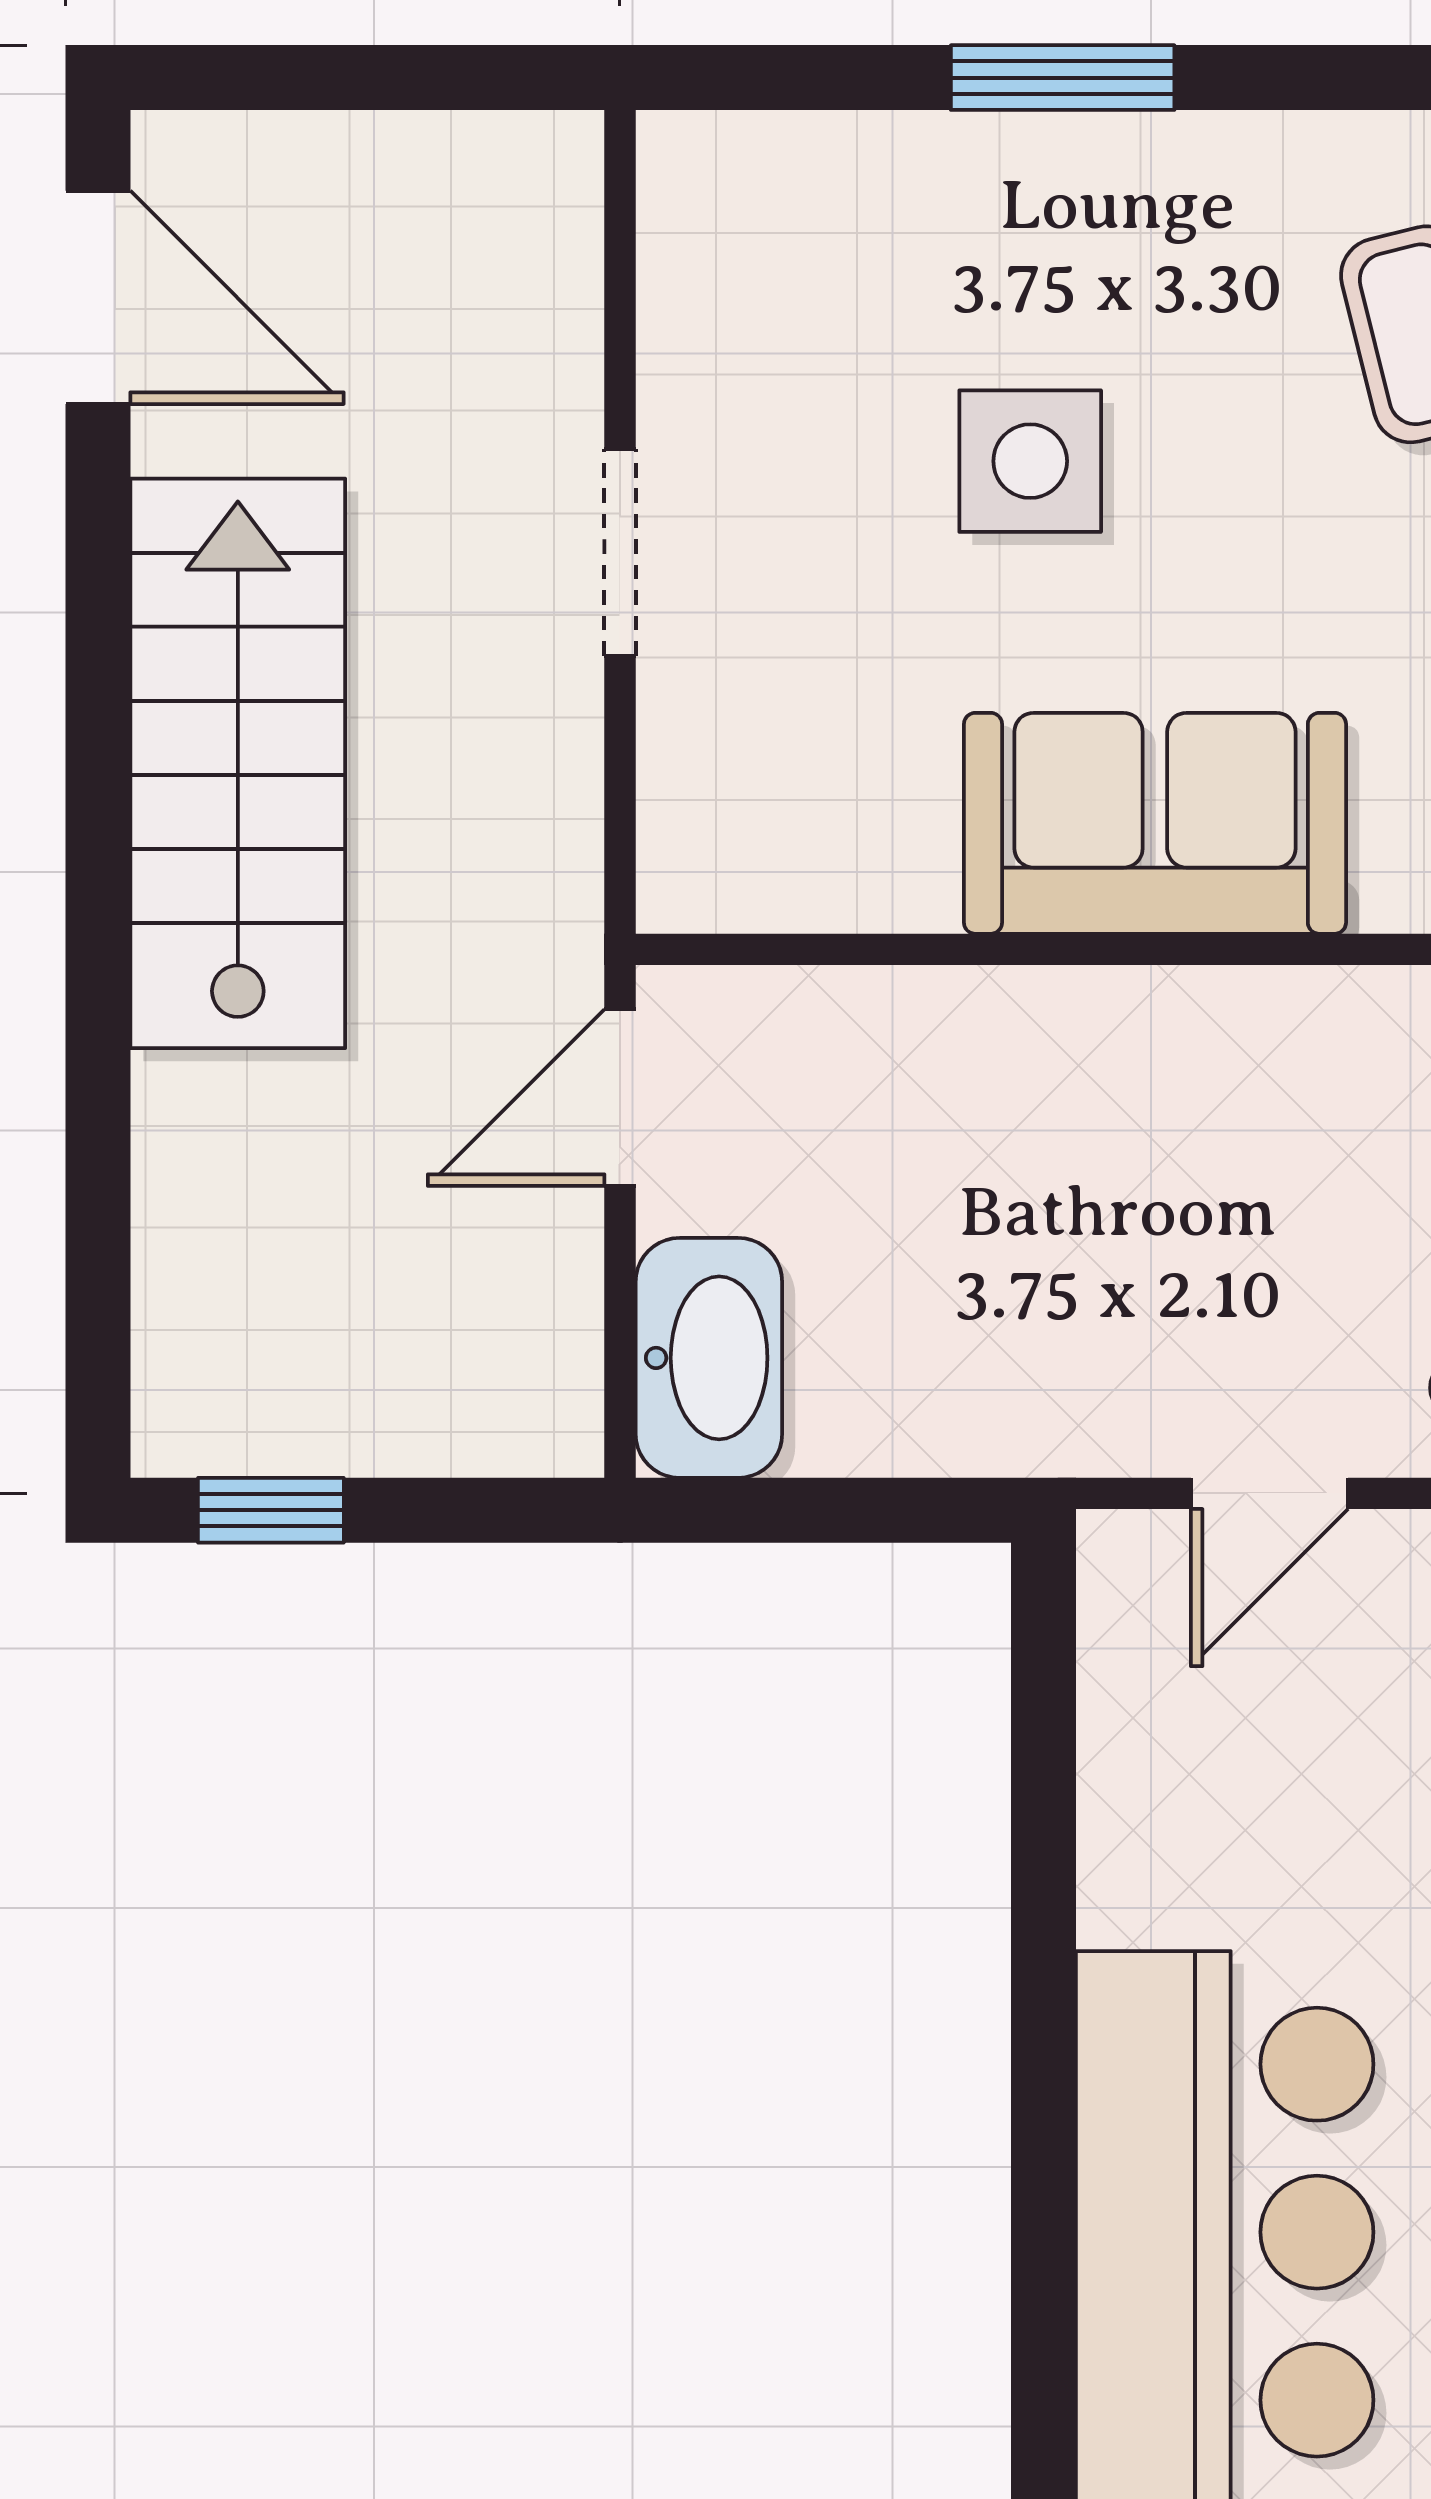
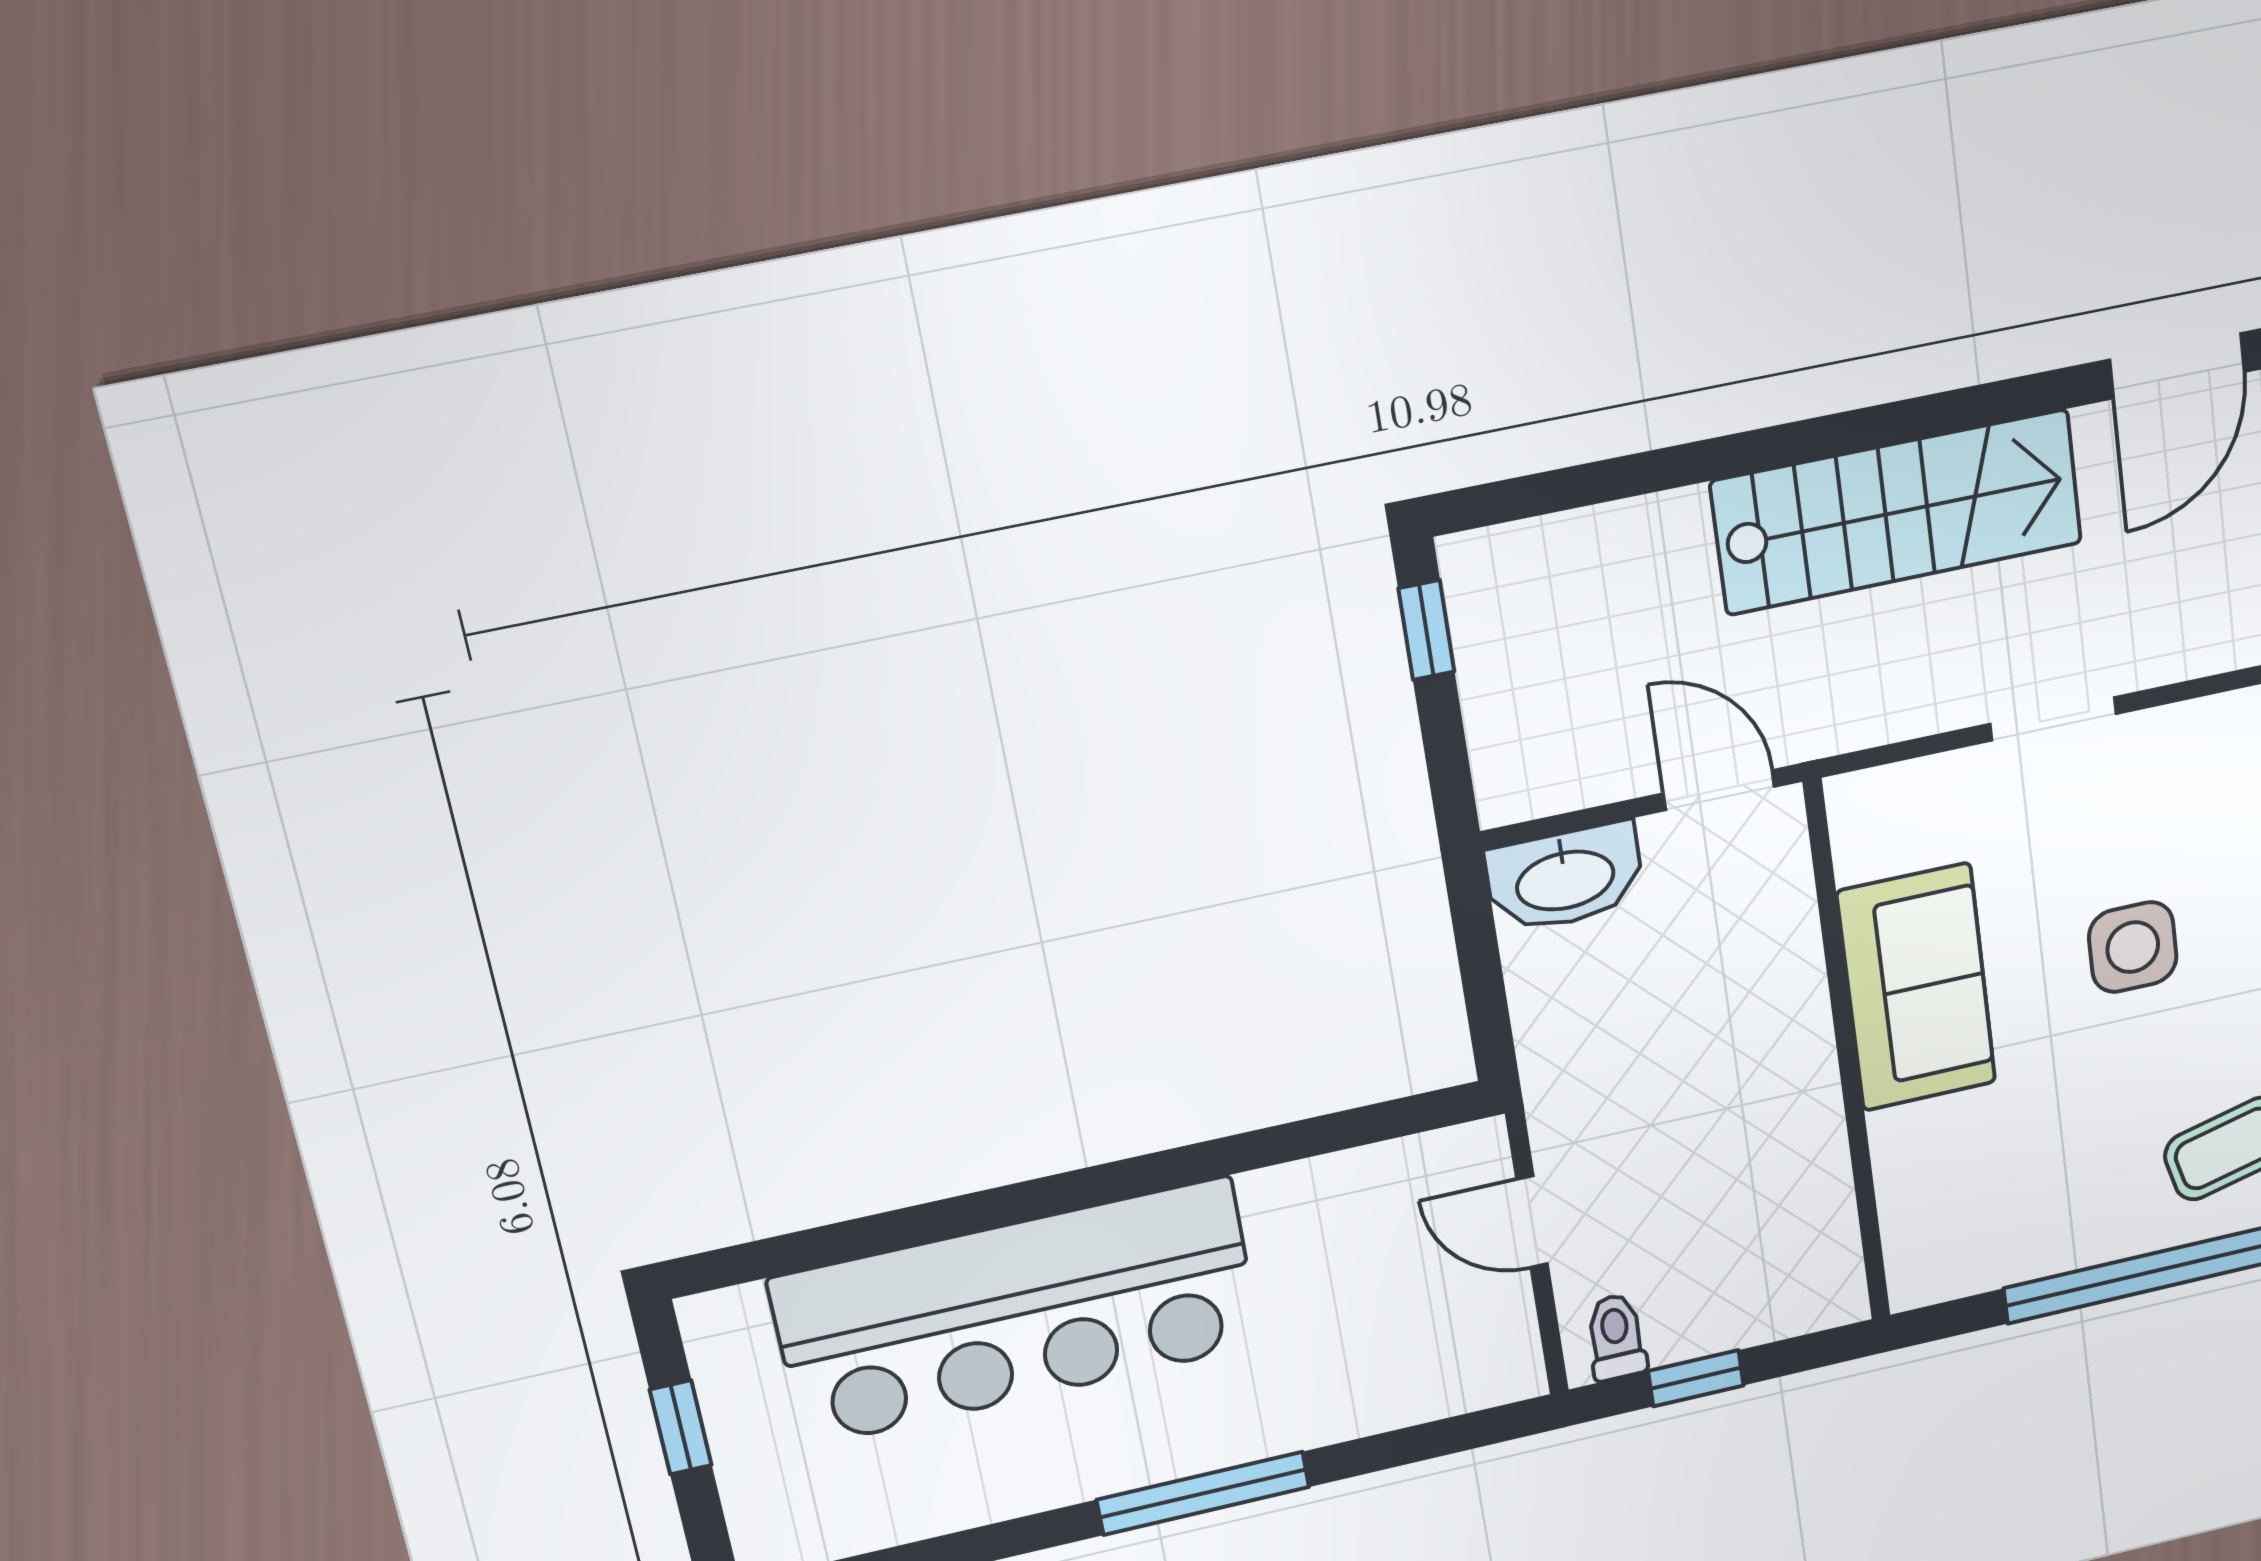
sofa: (1155, 823) -> (1917, 987), moved

